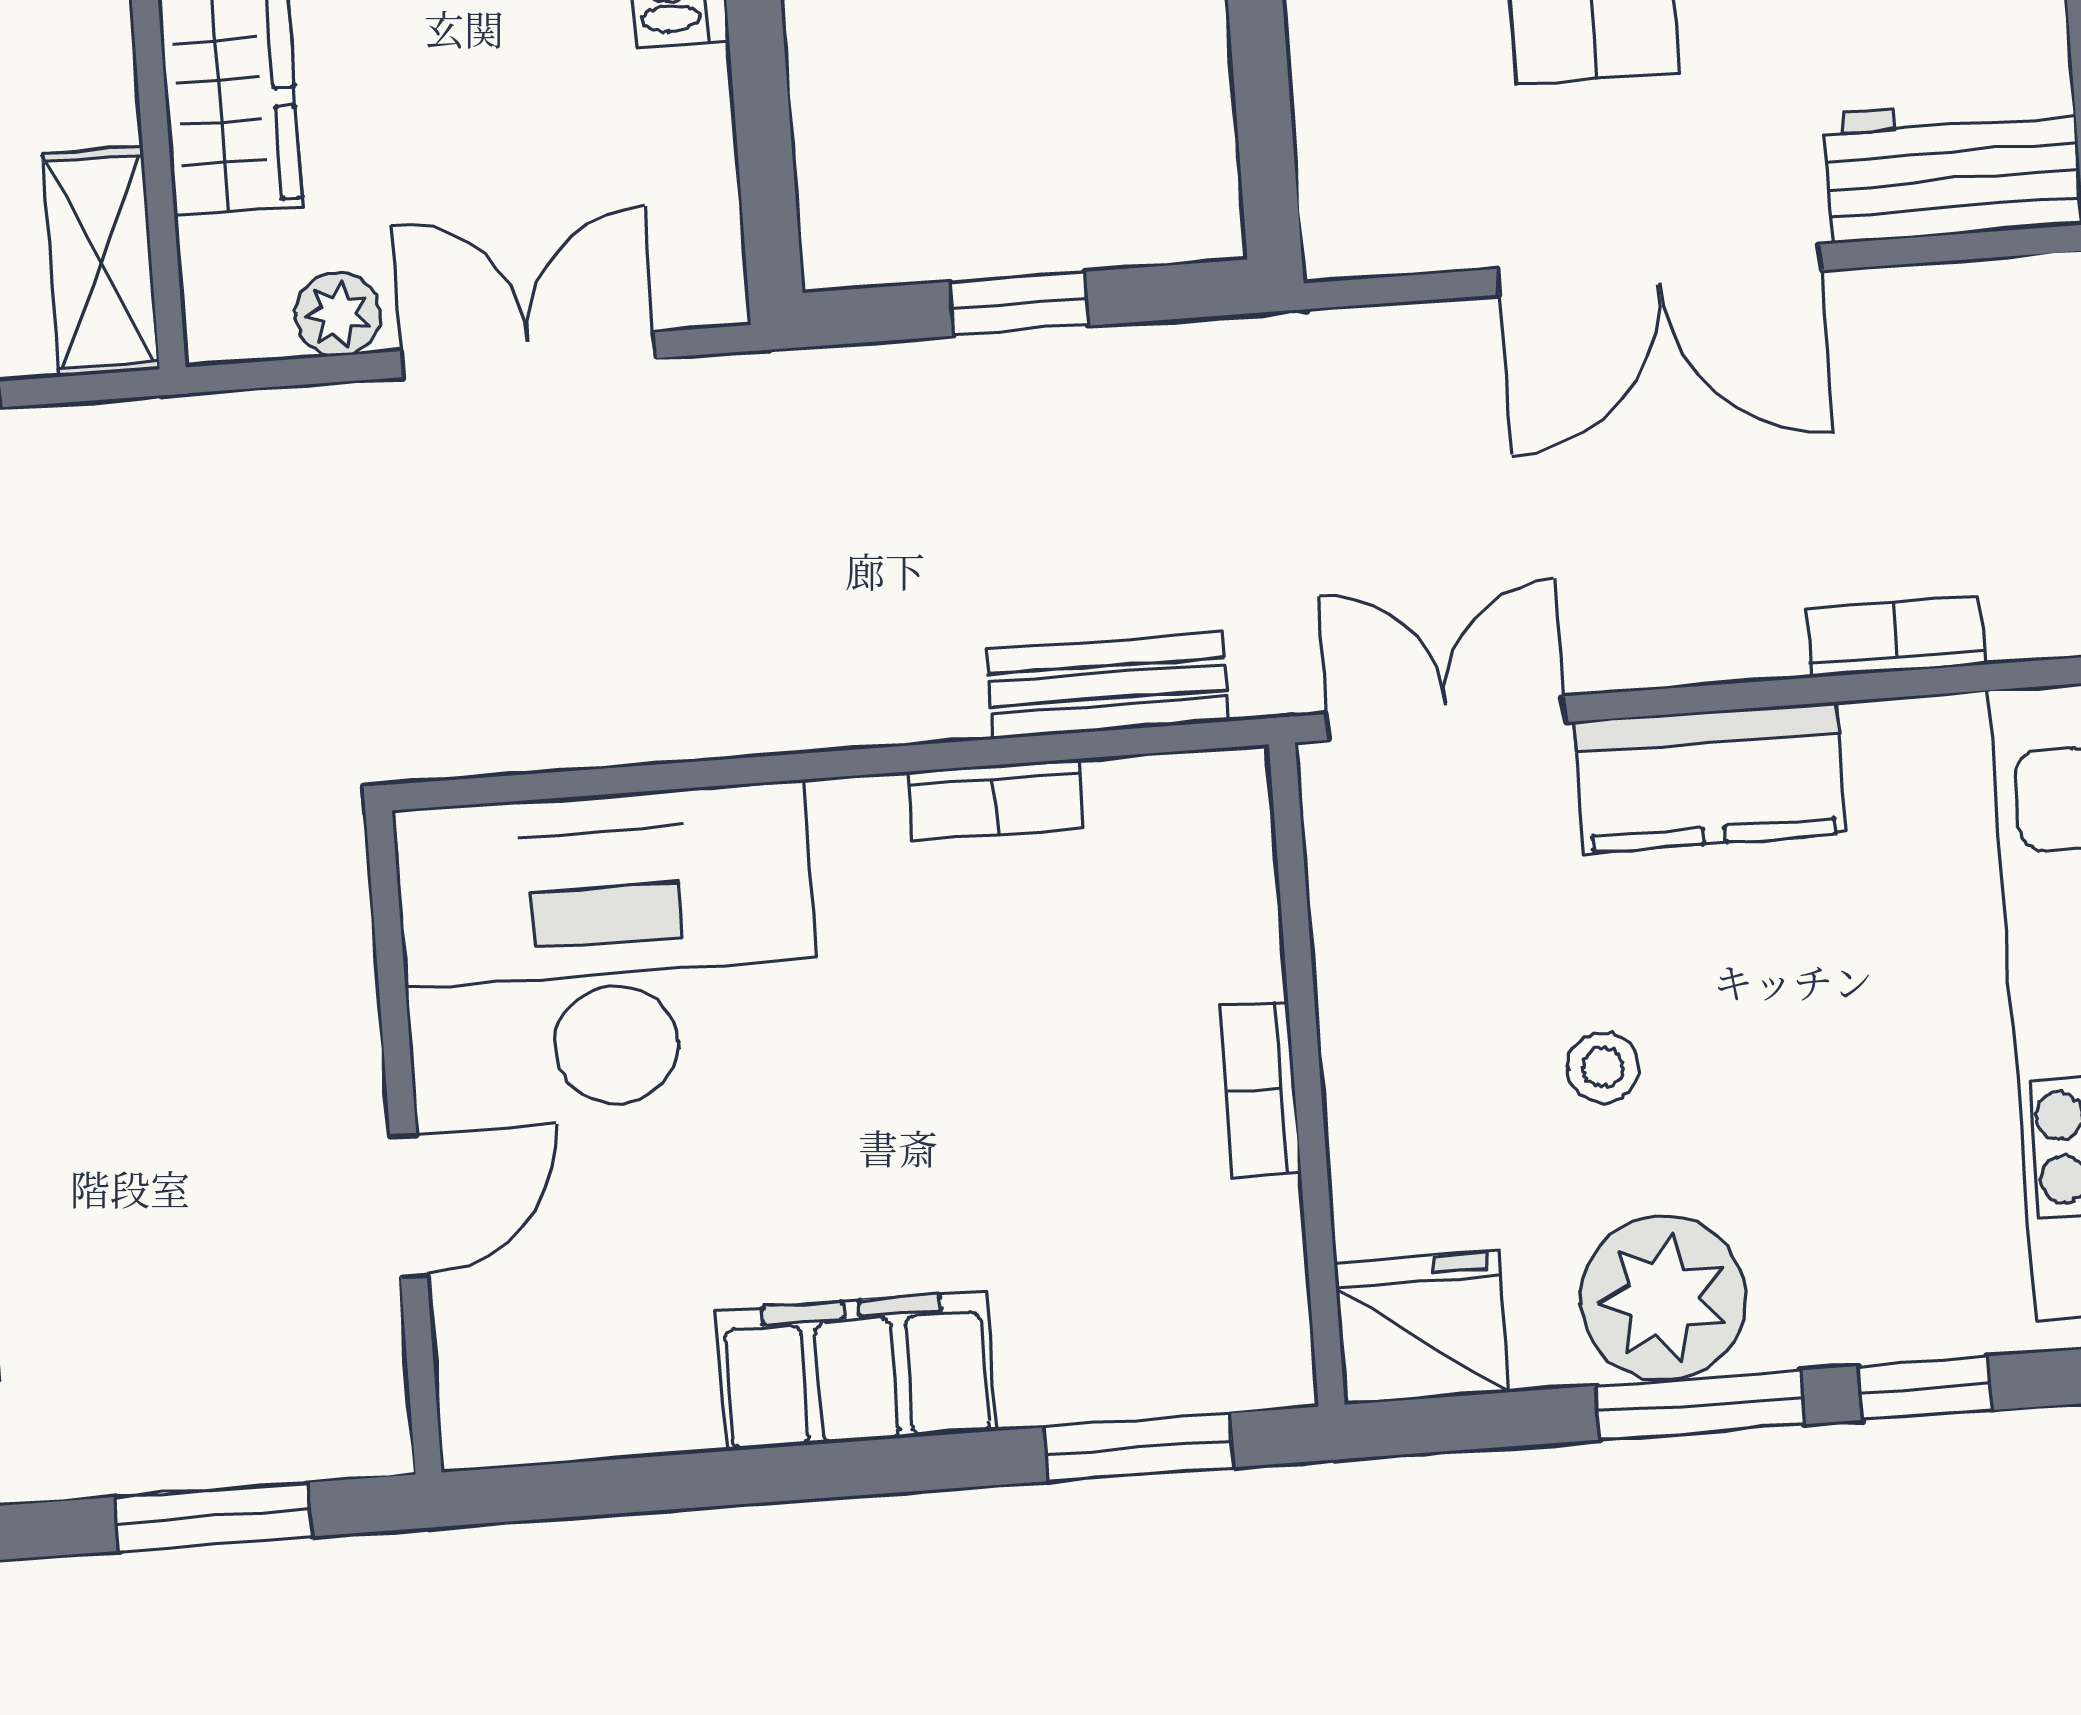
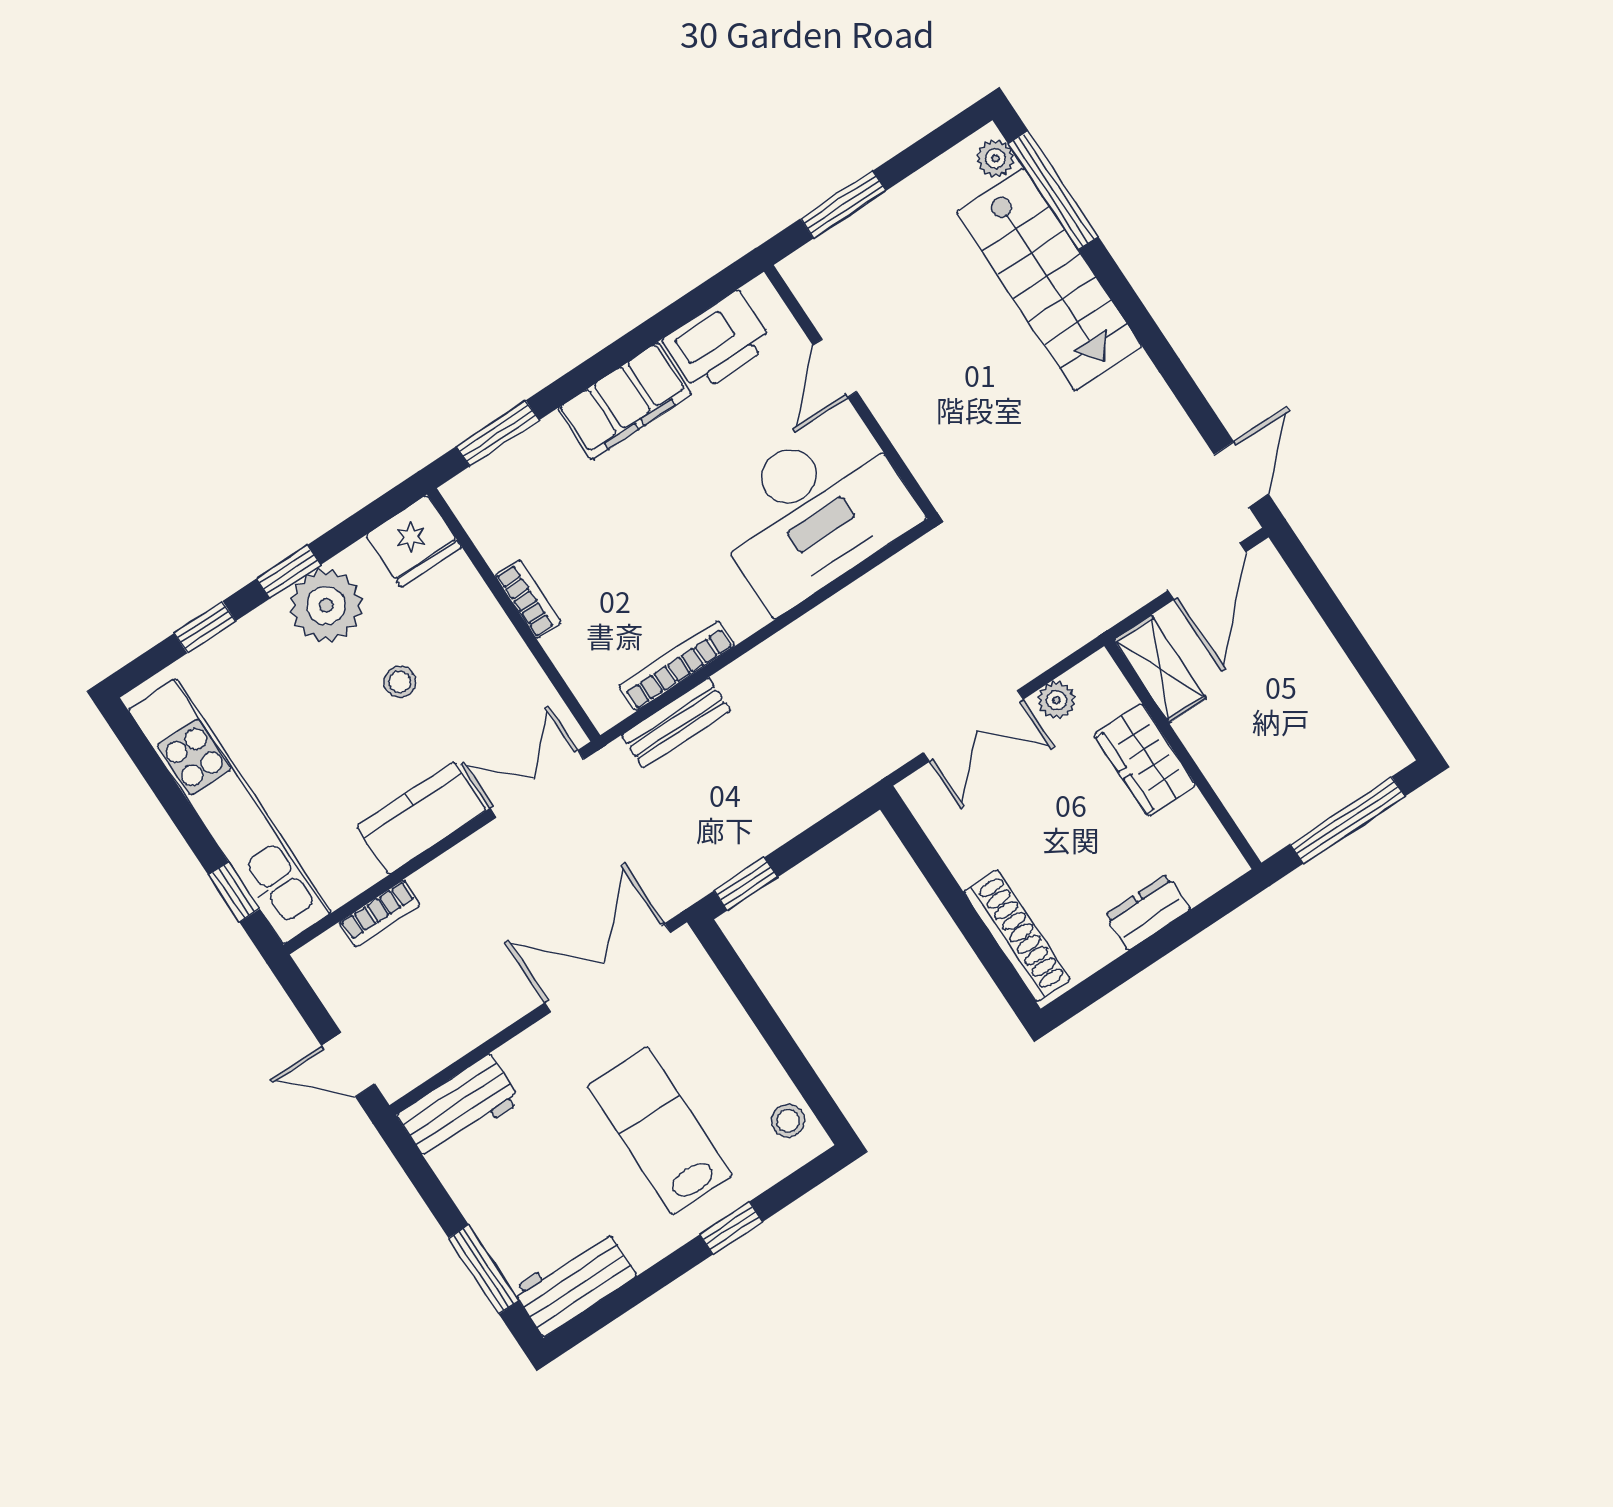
double door: (1659, 270) -> (608, 968), moved
window: (1019, 304) -> (746, 884), moved
double door: (1446, 718) -> (537, 784), swing flipped
bookcase: (995, 799) -> (677, 666), width x1.56
printer: (608, 1385) -> (718, 342), added
window: (1700, 1405) -> (289, 572), width x0.67

